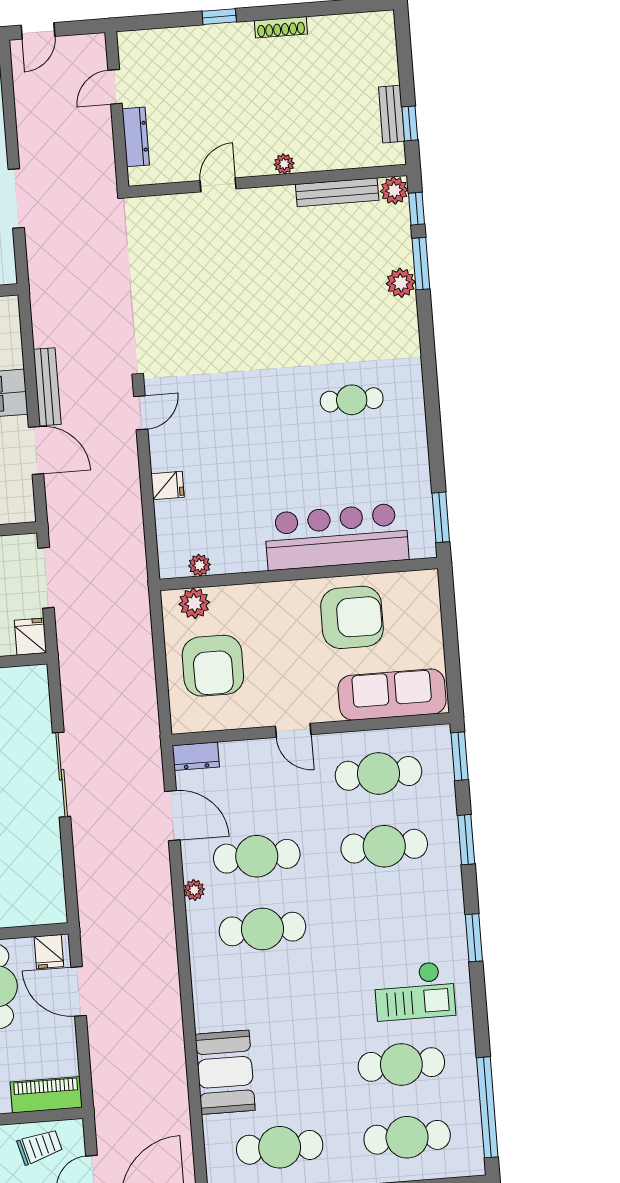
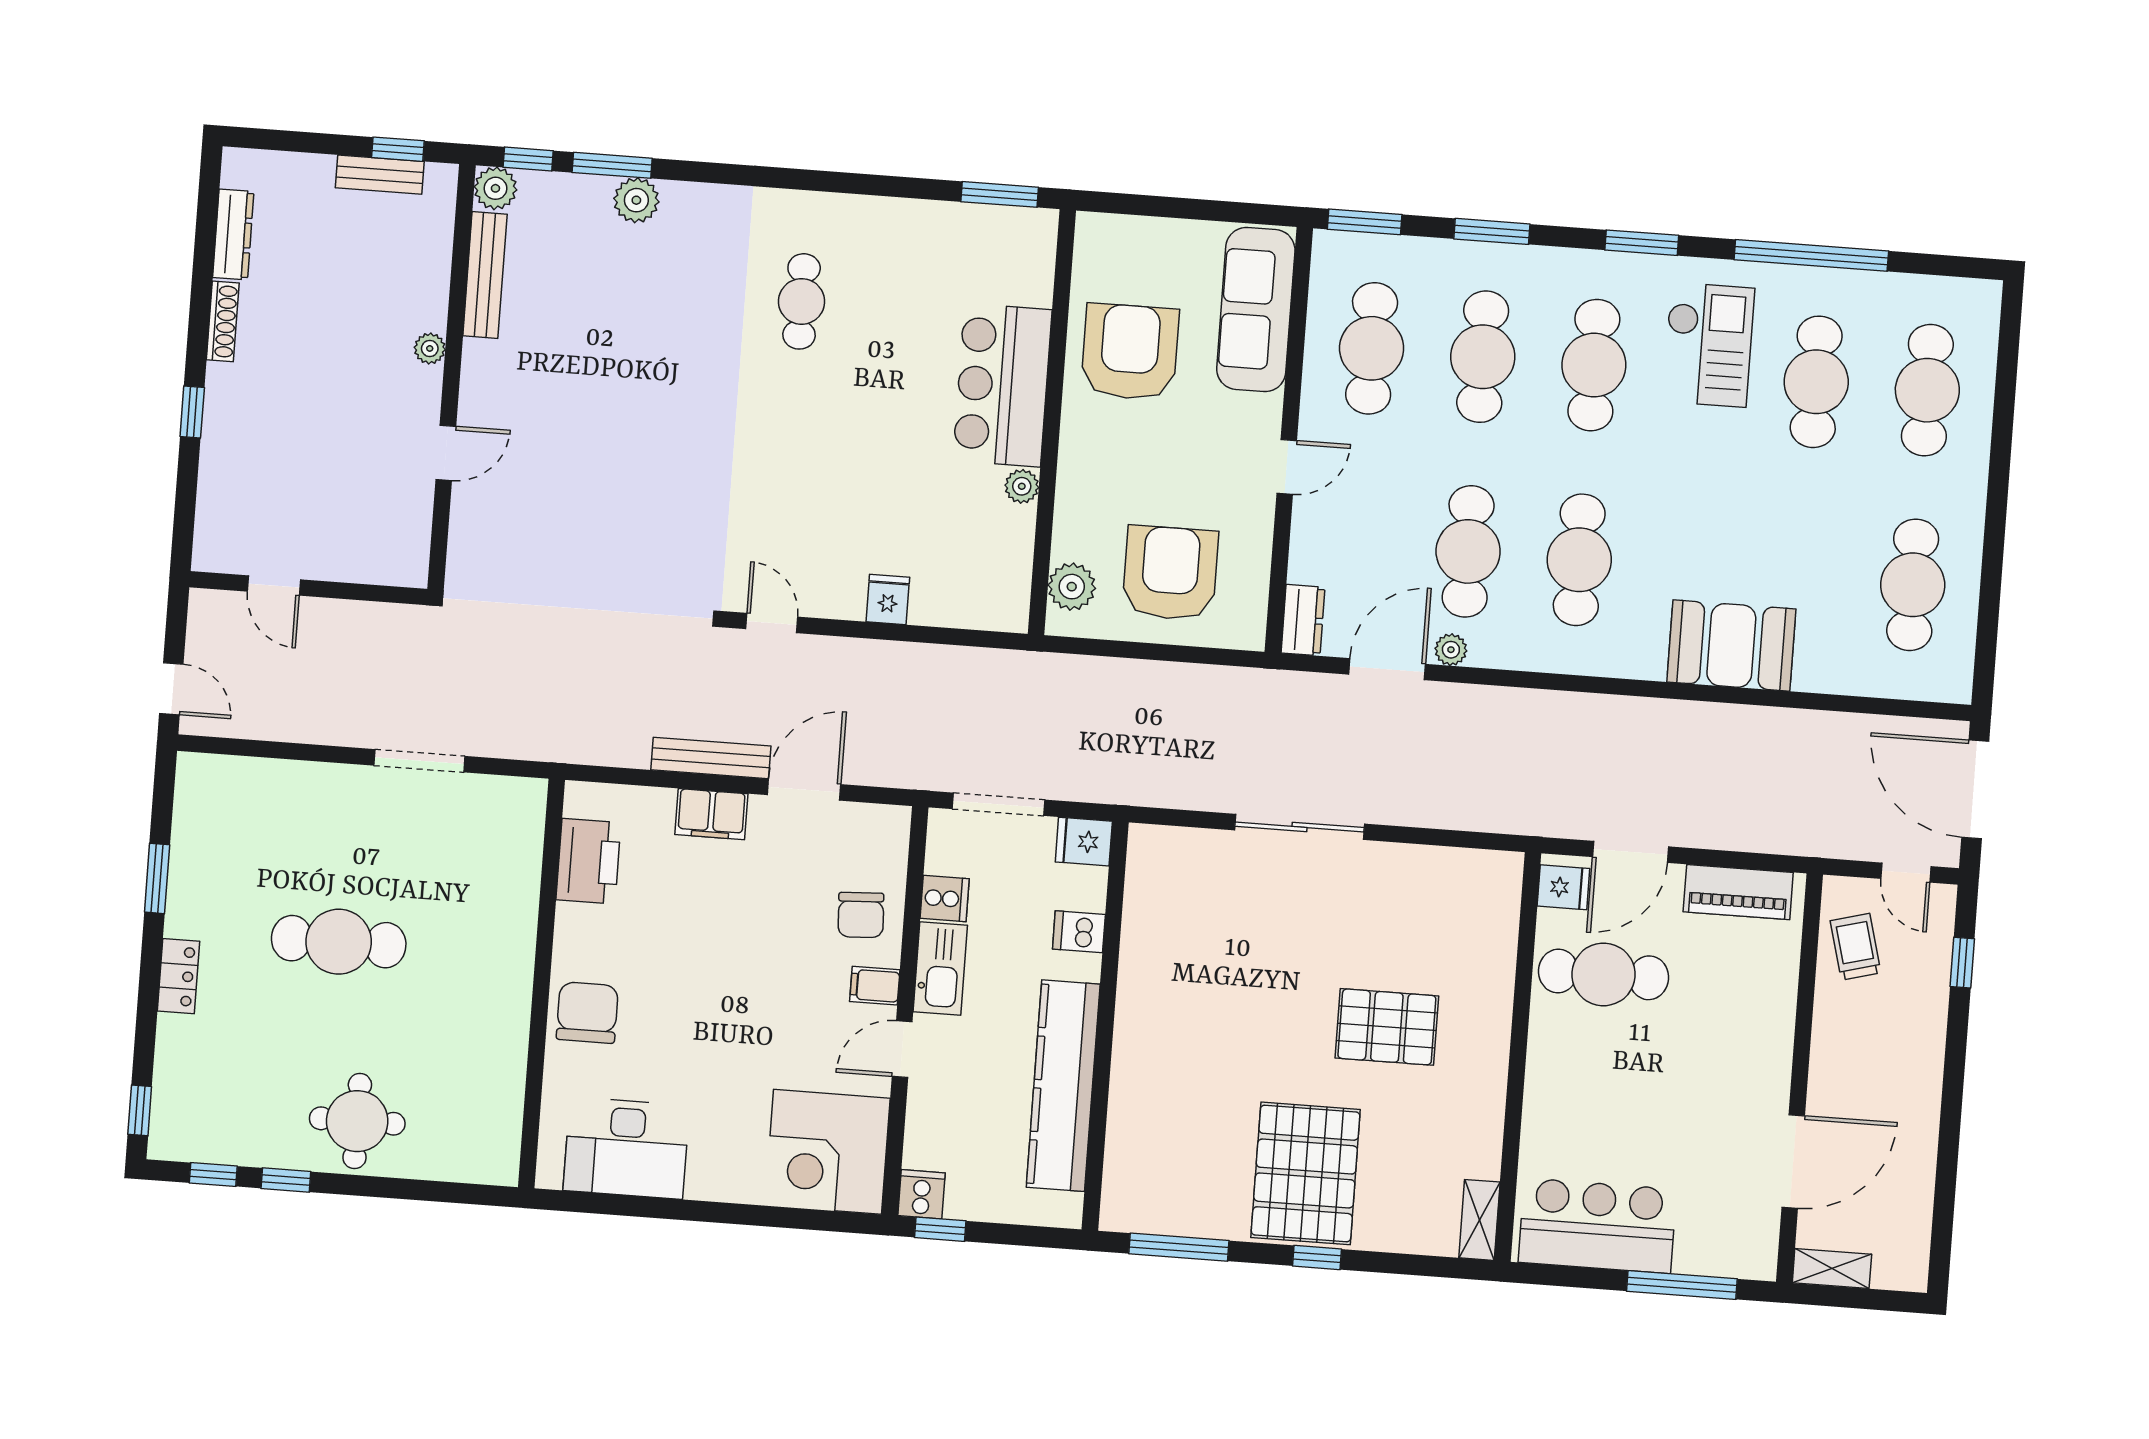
dresser: (136, 137) -> (233, 234), moved, turned 90
door: (218, 185) -> (446, 453), swing flipped
bar counter: (336, 537) -> (1002, 385), width x0.73
plant: (199, 565) -> (1022, 486), moved
armchair: (213, 666) -> (1170, 573), turned -90
plant: (194, 890) -> (1451, 650), moved
cafe table: (390, 919) -> (1594, 365), added
booth: (225, 1072) -> (1731, 645), moved
piano: (46, 1095) -> (1738, 892), moved, turned -90
window: (487, 1107) -> (1811, 255), moved

